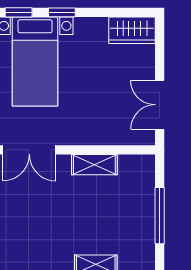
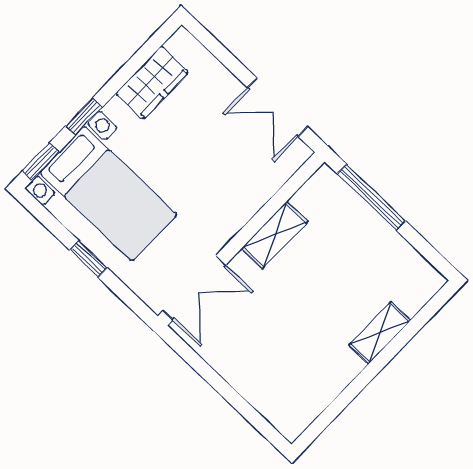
wardrobe: (132, 30) -> (152, 83), moved
window: (160, 216) -> (371, 197), moved

